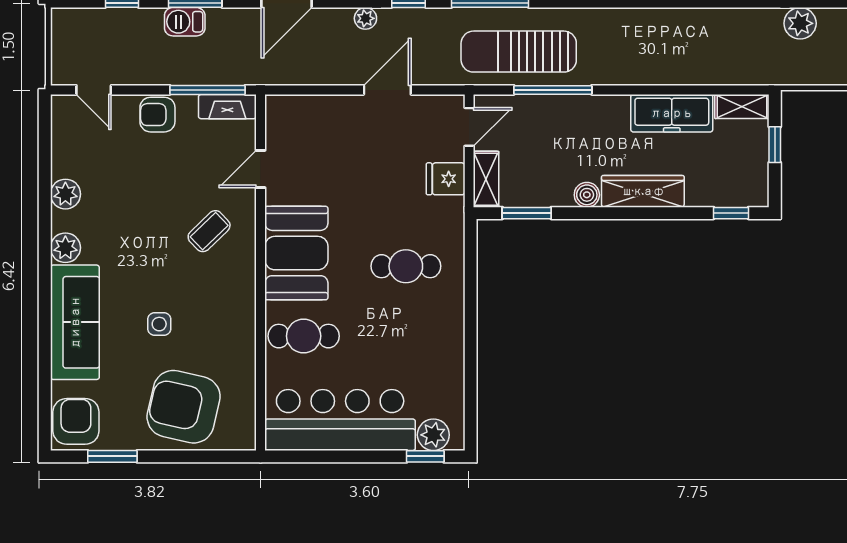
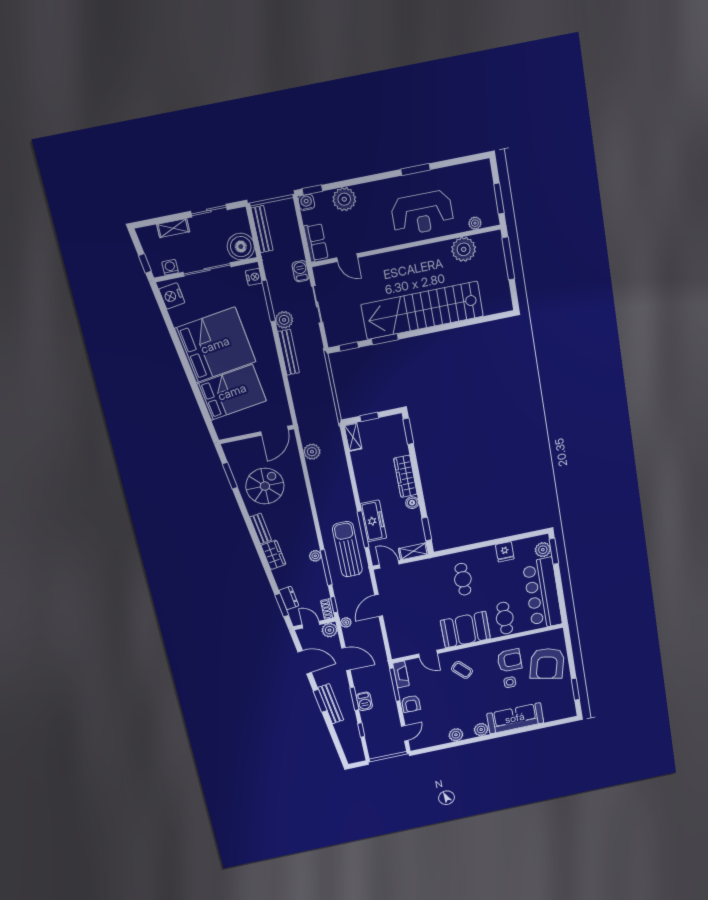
plant: (800, 23) -> (312, 452), moved
sun lounger: (519, 52) -> (347, 549), turned 180
door: (387, 90) -> (379, 605), hinge flipped
freezer: (672, 113) -> (373, 521), moved
fridge: (446, 179) -> (505, 552), moved
window: (731, 213) -> (408, 431), width x1.50
armchair: (76, 421) -> (509, 660), moved, turned 180
window: (425, 456) -> (554, 551), width x1.50

